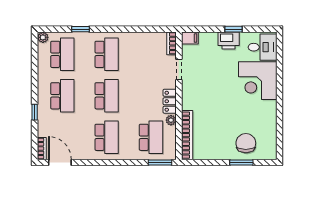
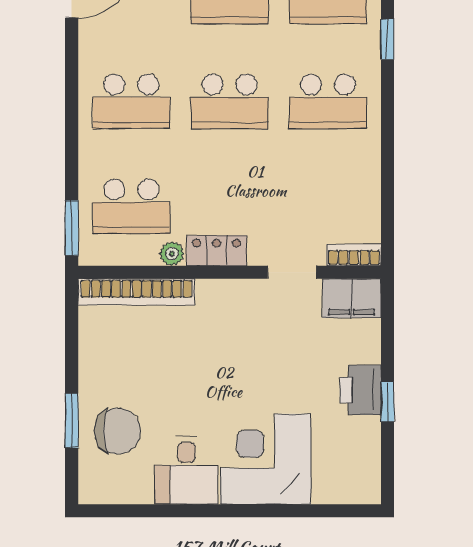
filing cabinet: (190, 38) -> (352, 298), width x2.00
desk: (263, 47) -> (187, 471), moved

